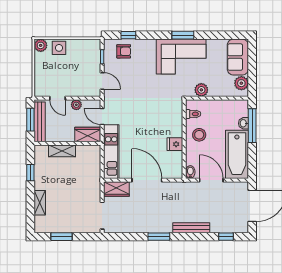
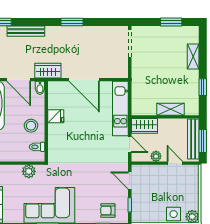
wardrobe: (116, 189) -> (48, 71), moved
bench: (191, 228) -> (26, 31), moved

